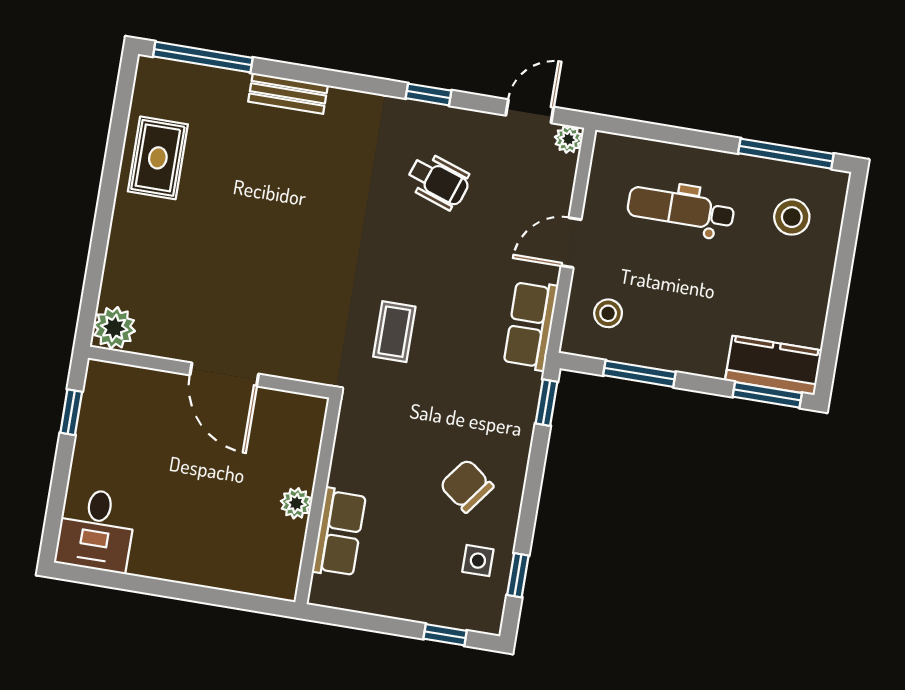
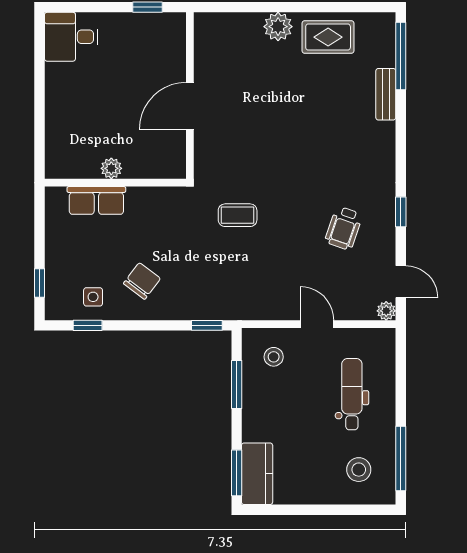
bench: (288, 93) -> (386, 94), moved
row of seats: (531, 325) -> (257, 306), removed
plant: (114, 328) -> (278, 27), moved

